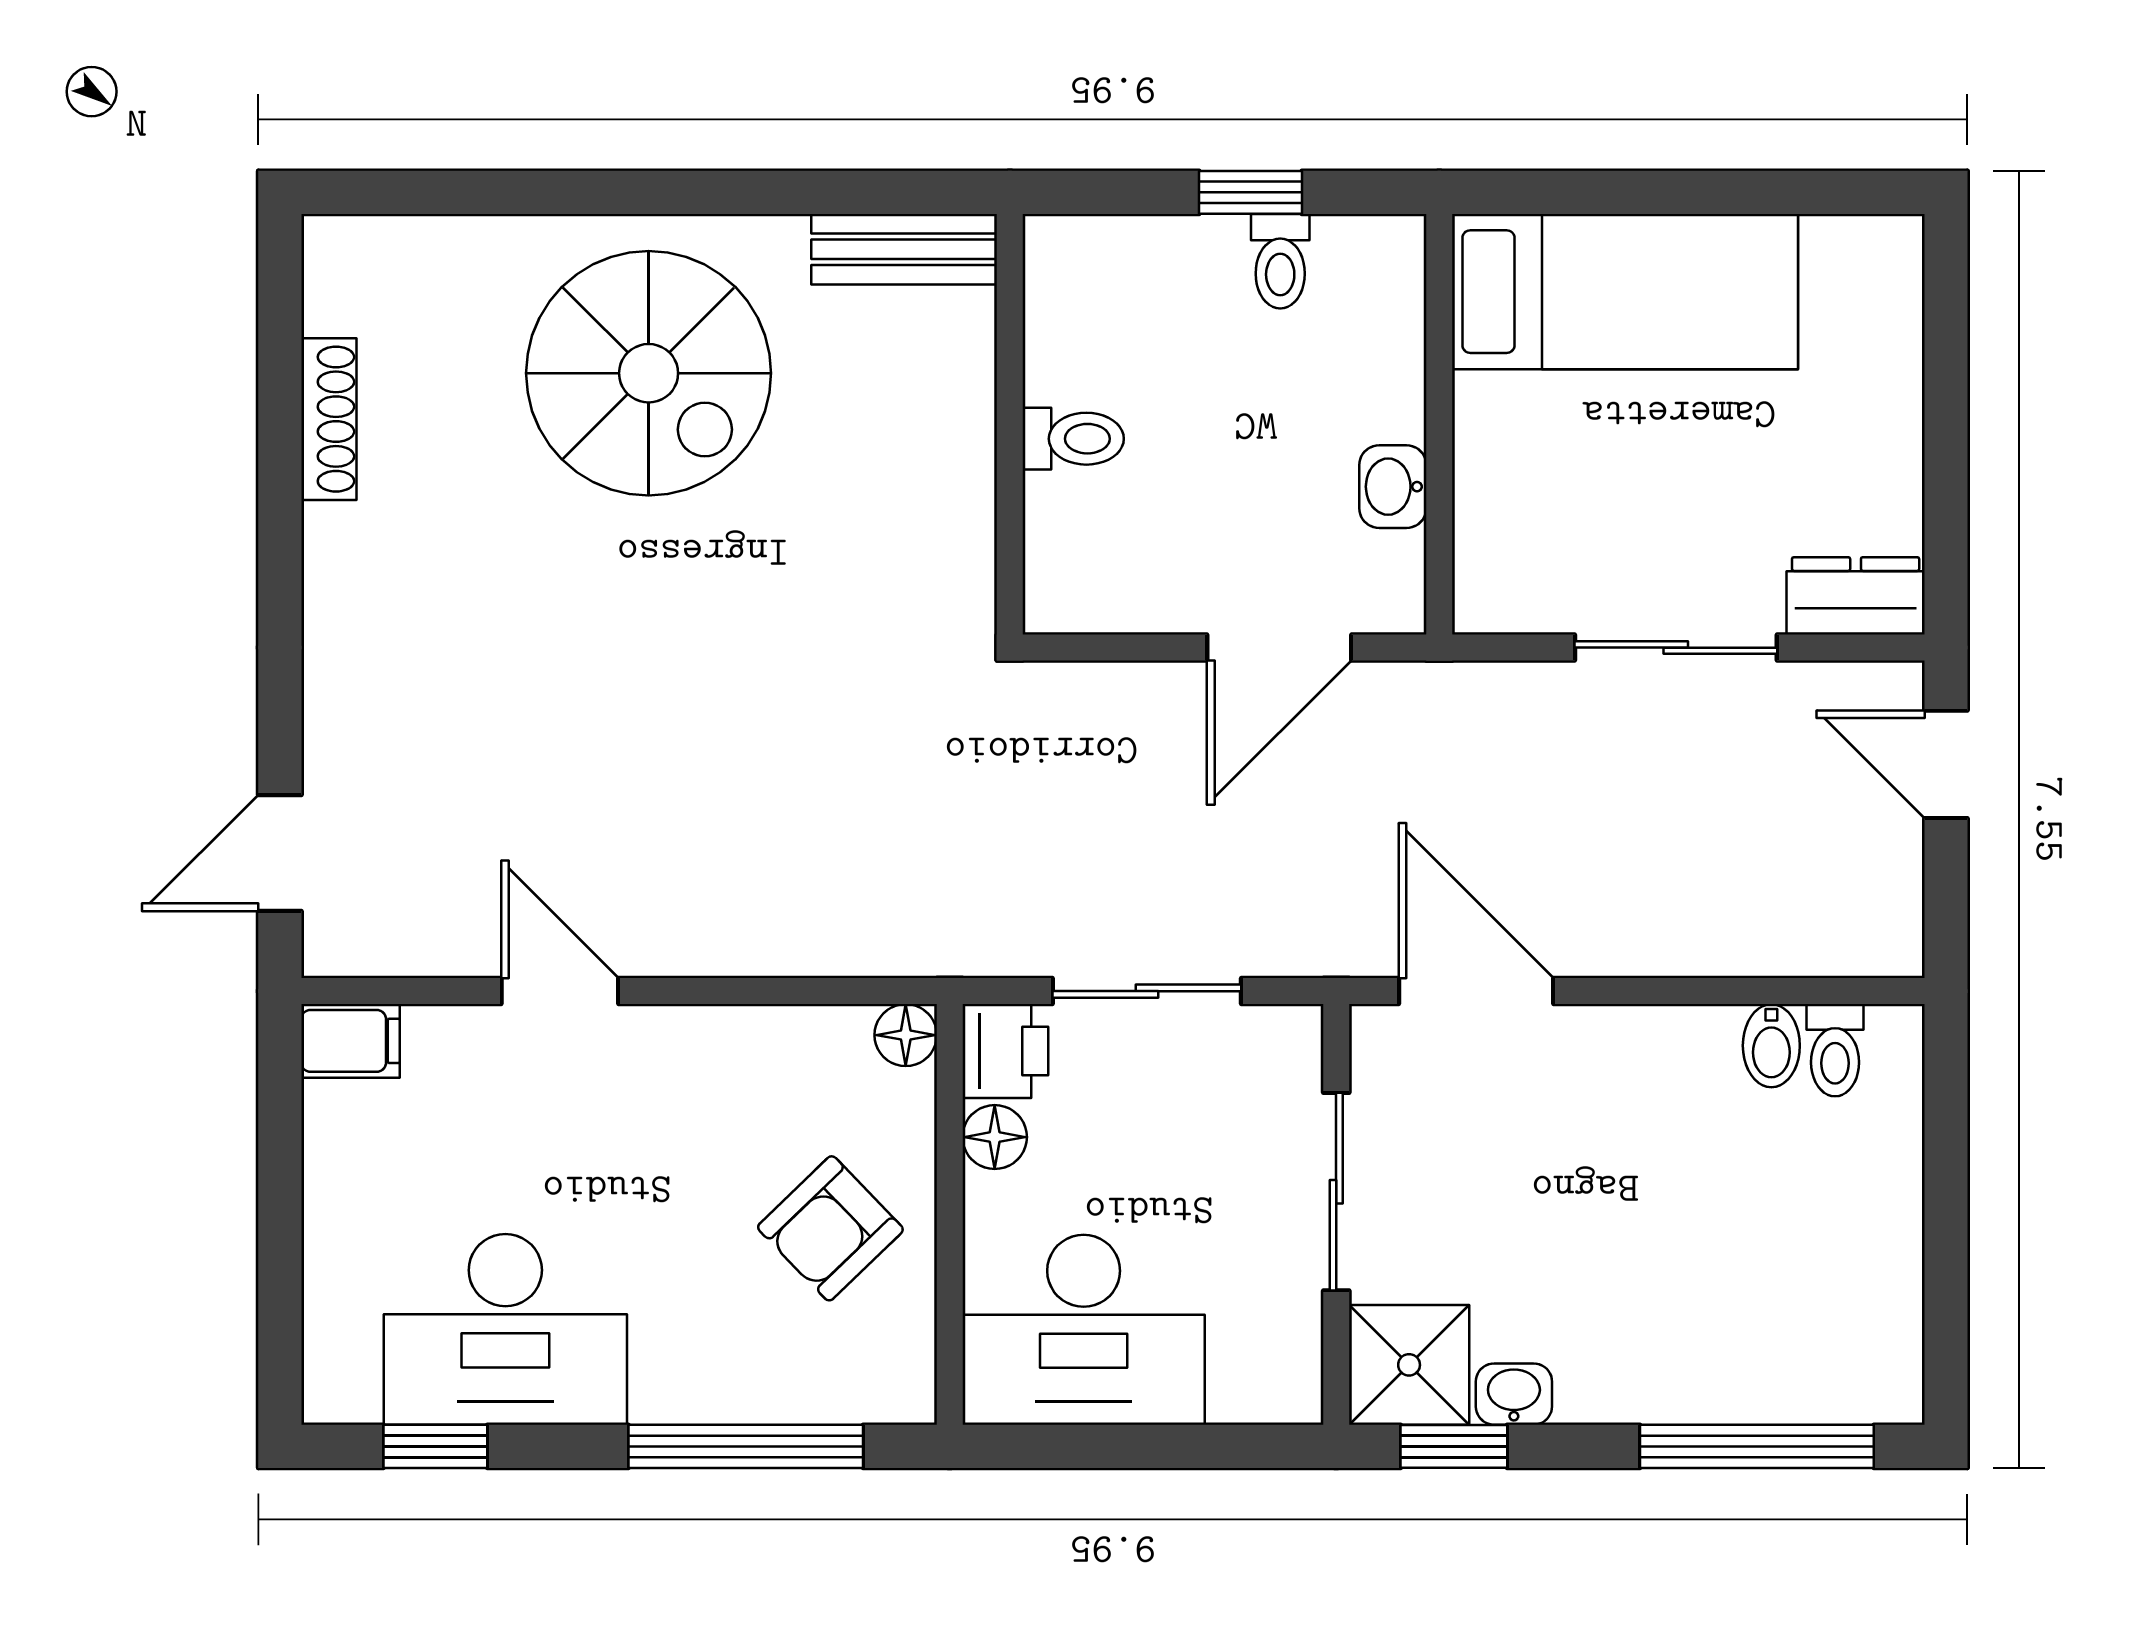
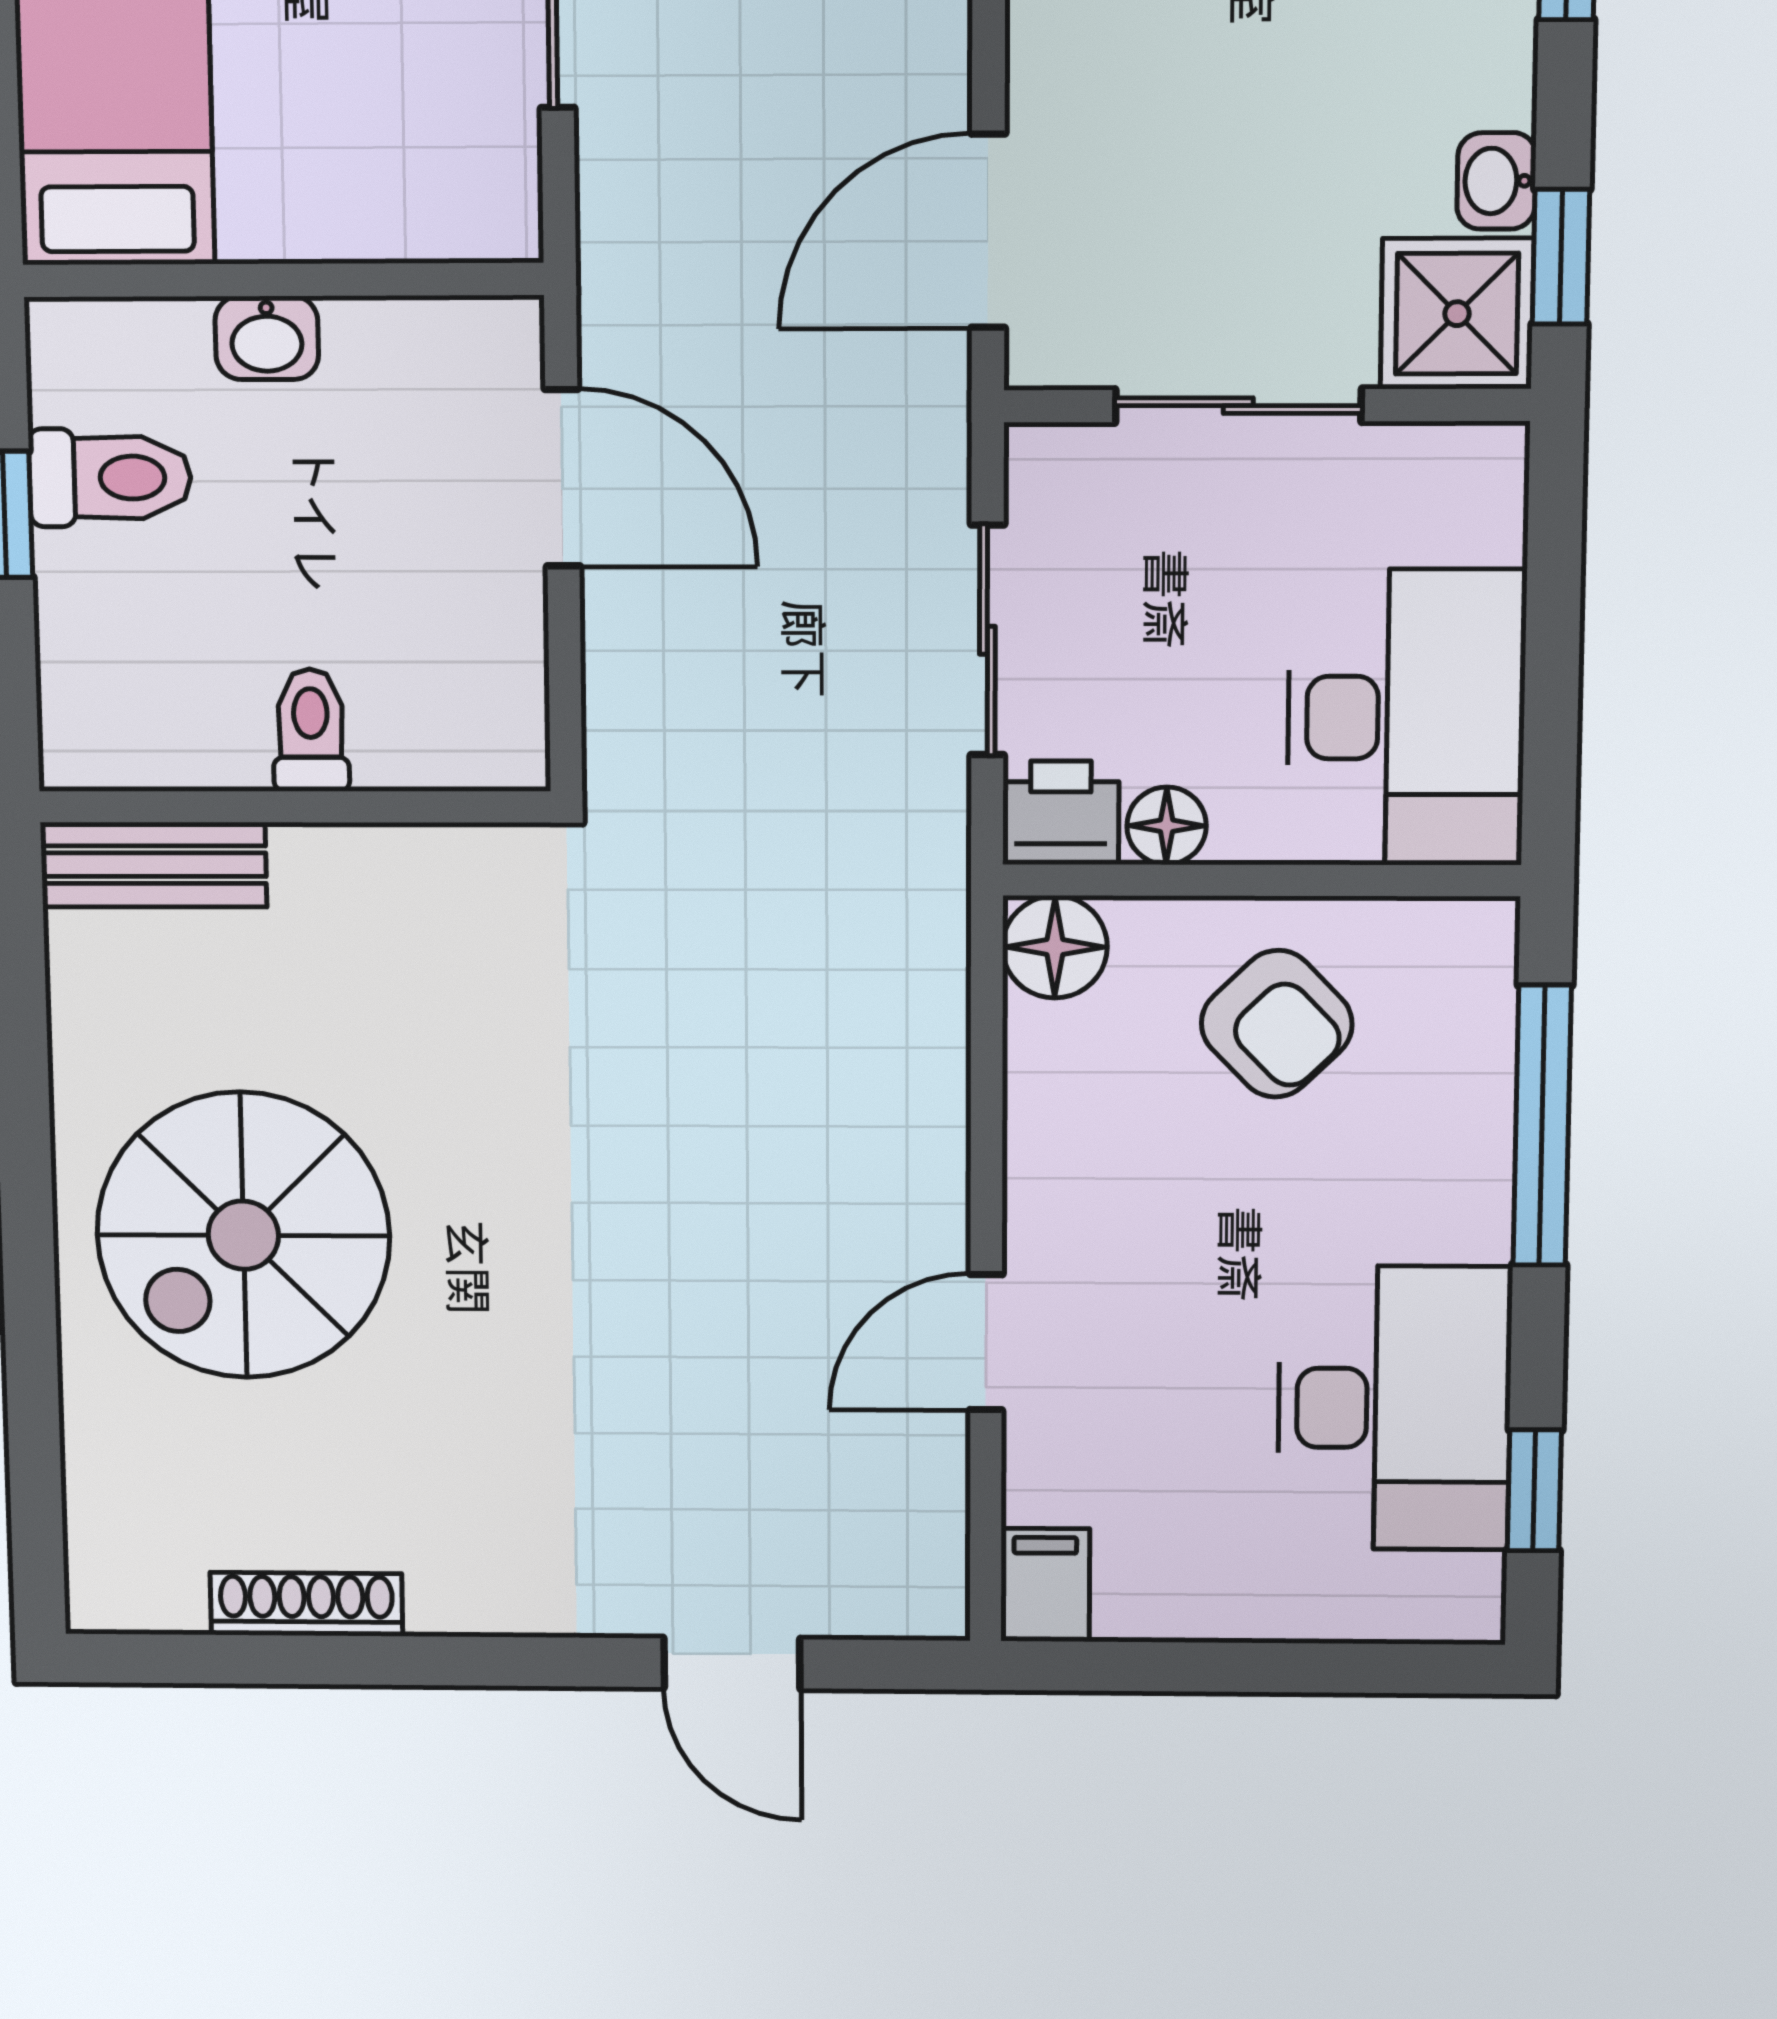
bench: (904, 249) -> (154, 865), moved, turned 90
toilet: (1280, 261) -> (110, 478), width x1.37, depth x1.39
spiral stairs: (649, 373) -> (243, 1235), turned 180
washbasin: (1393, 487) -> (267, 338), moved
door: (280, 853) -> (732, 1663), moved
floor lamp: (906, 1035) -> (1055, 947), width x1.37, depth x1.37

